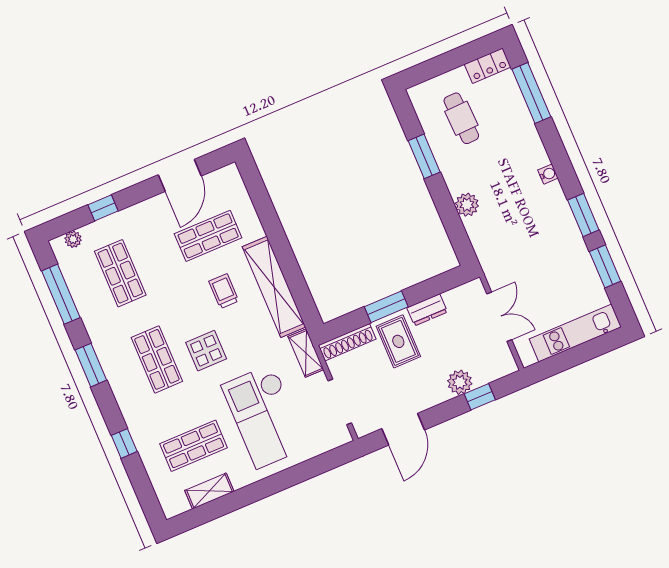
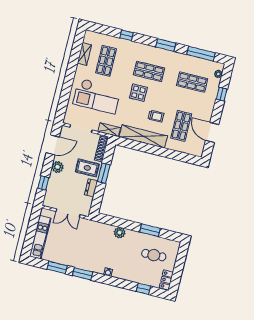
window: (531, 93) -> (143, 289), width x0.46
plant: (460, 382) -> (58, 167), moved
checkout: (265, 416) -> (97, 96), turned 180
door: (403, 429) -> (53, 145), swing flipped

